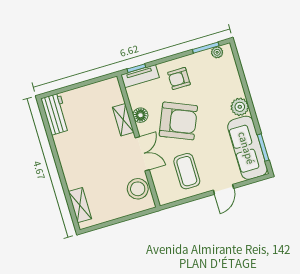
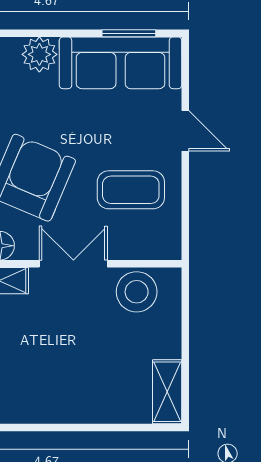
shelving: (80, 205) -> (167, 392), moved, turned 90

